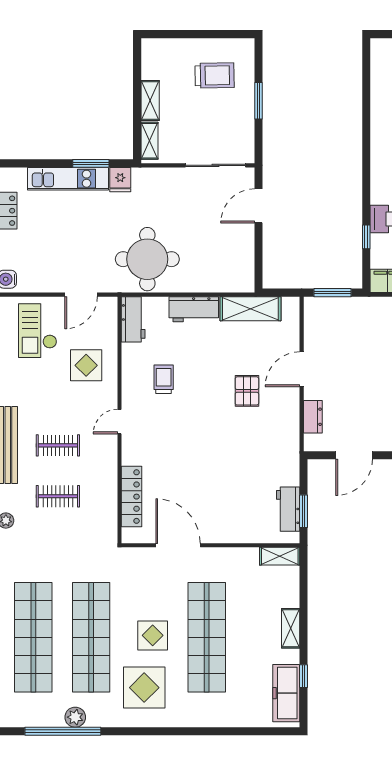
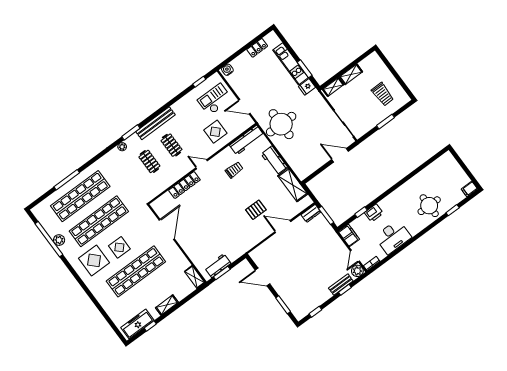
workbench: (133, 319) -> (247, 140), width x1.37
dresser: (313, 417) -> (311, 213), moved
locker: (132, 497) -> (184, 185), moved

